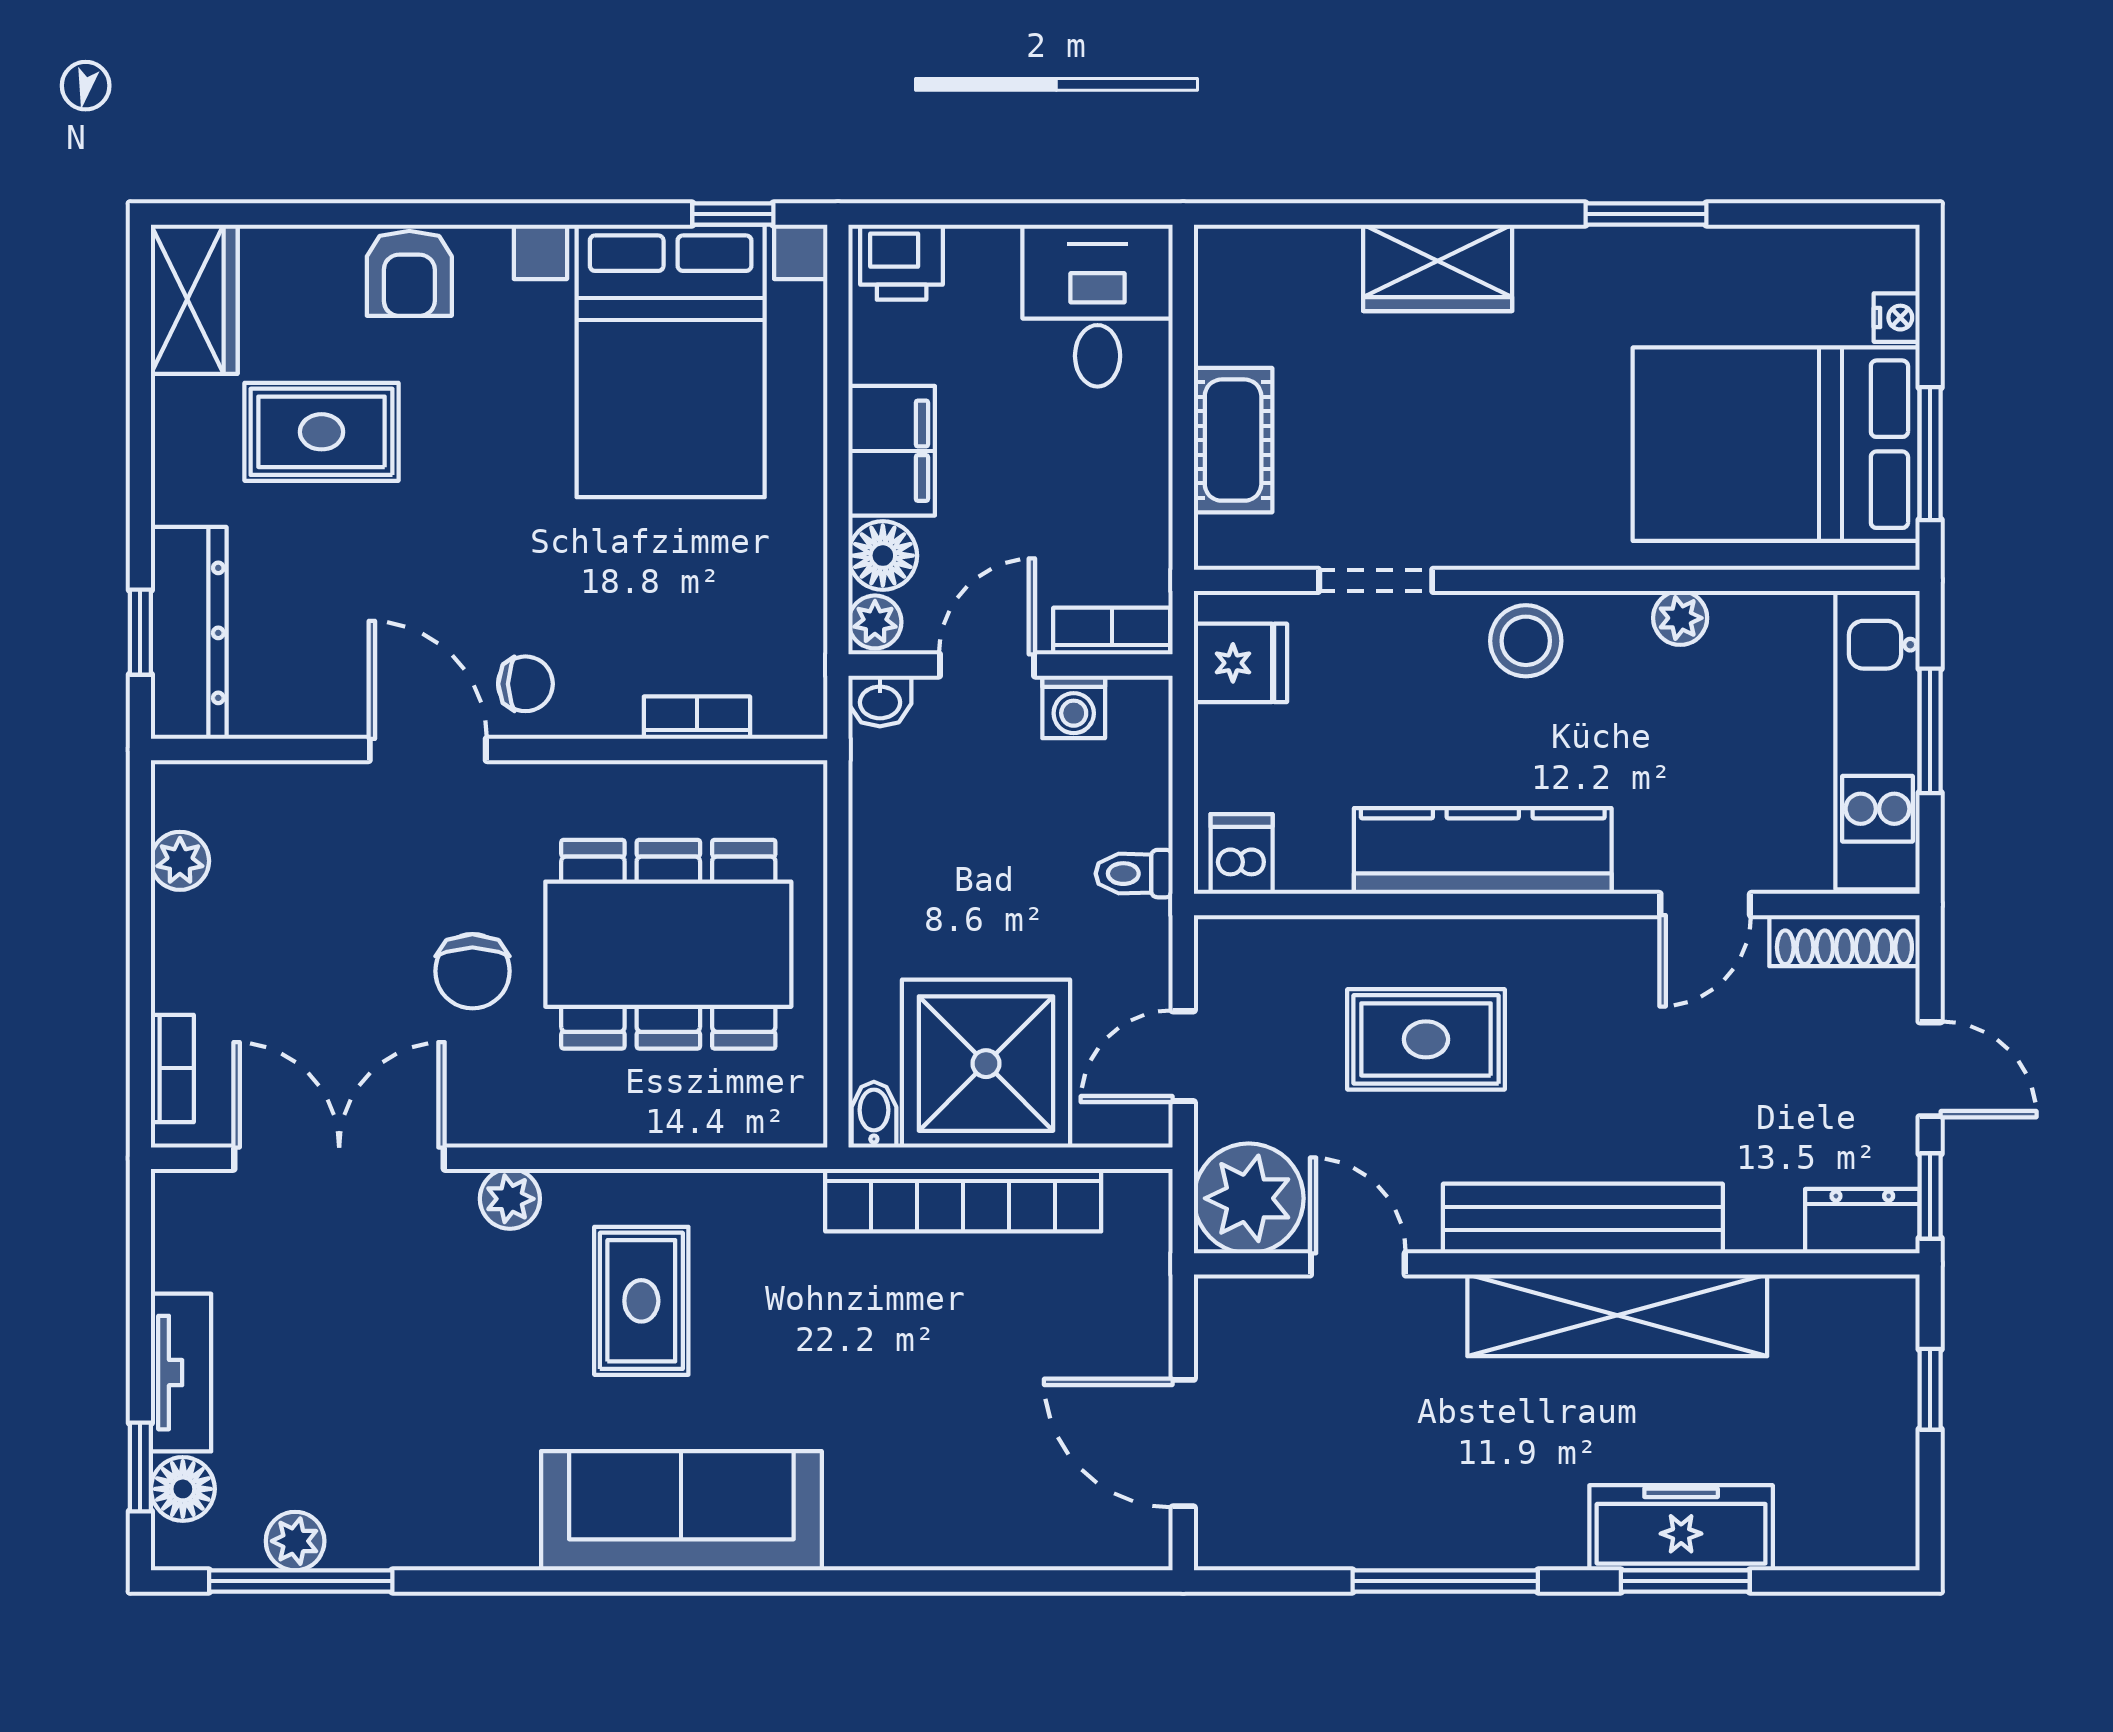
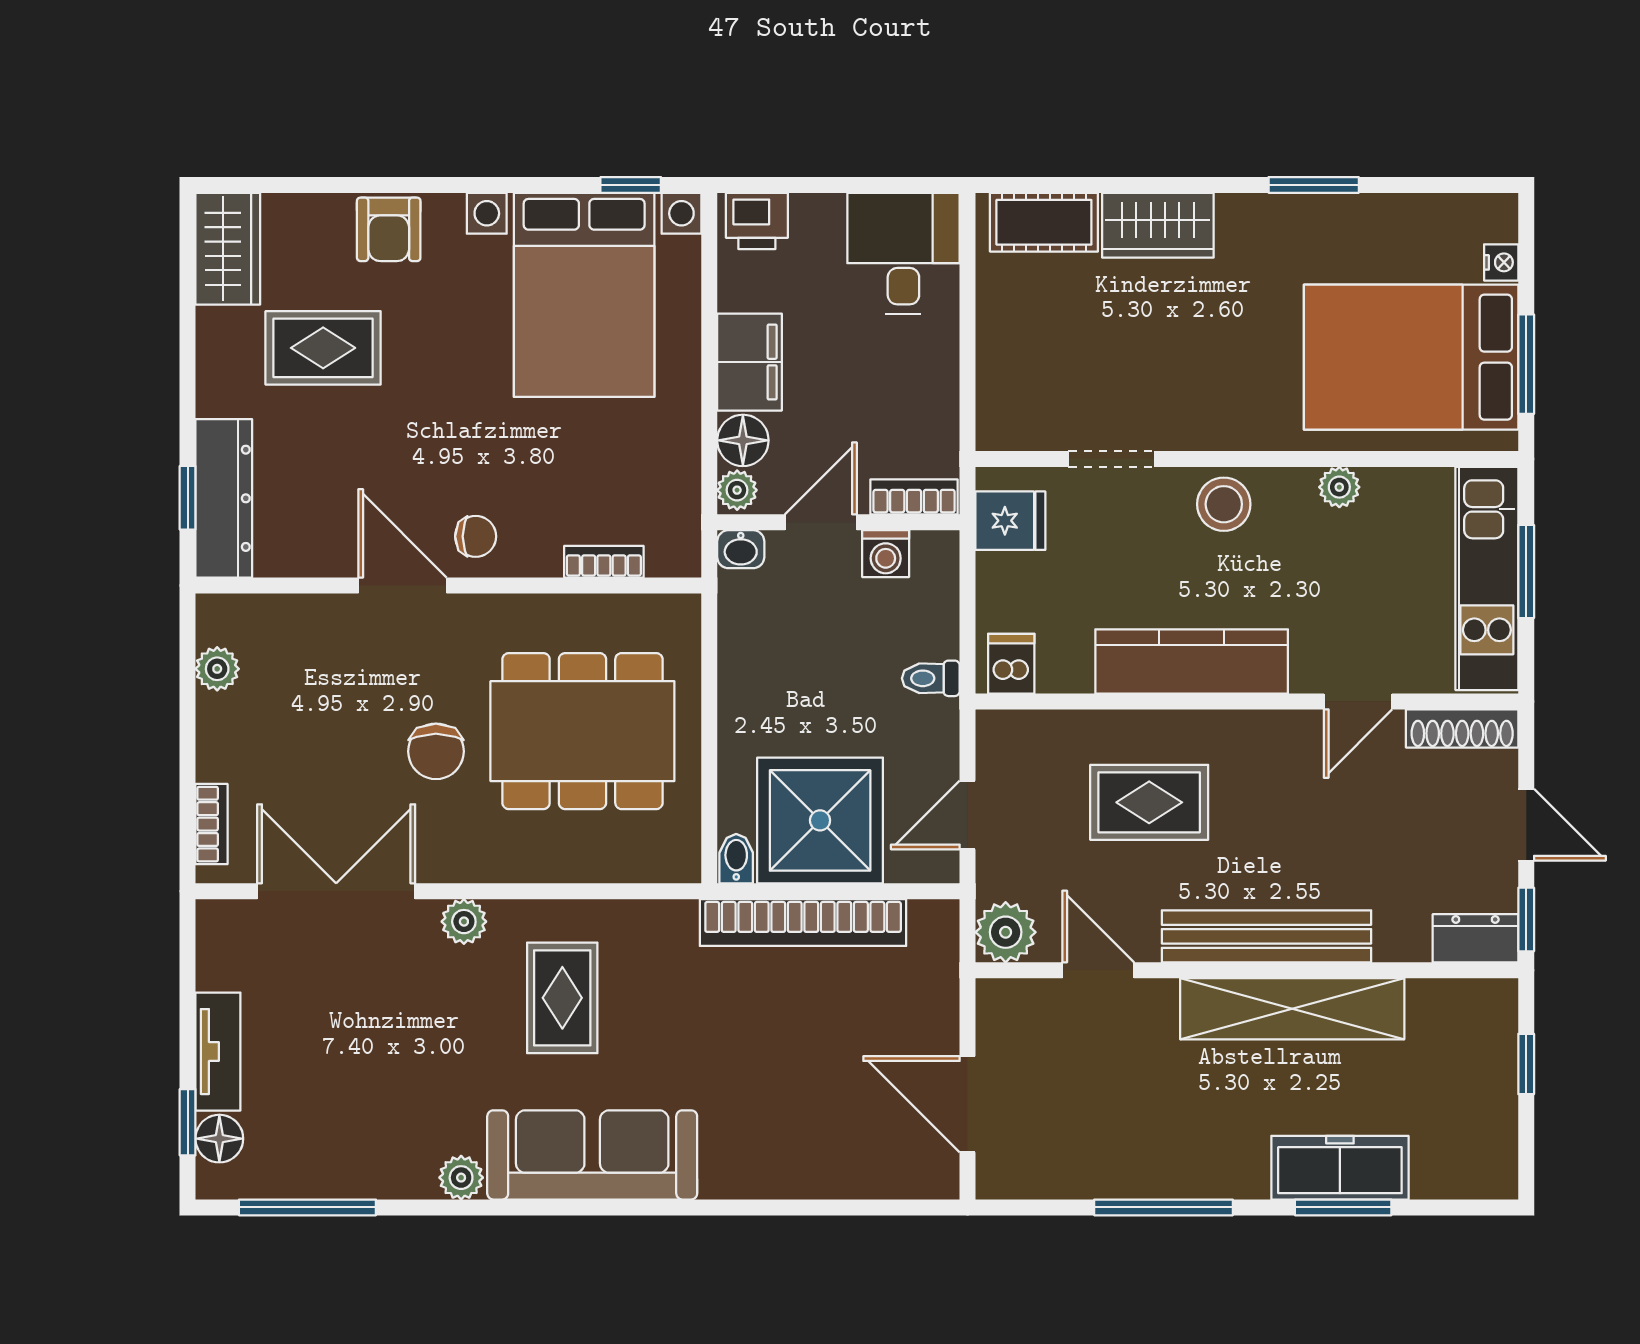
cot: (1233, 440) -> (1044, 222), moved, turned 90
plant: (1249, 1198) -> (1006, 932), width x0.73, depth x0.73
plant: (295, 1541) -> (461, 1178), moved

